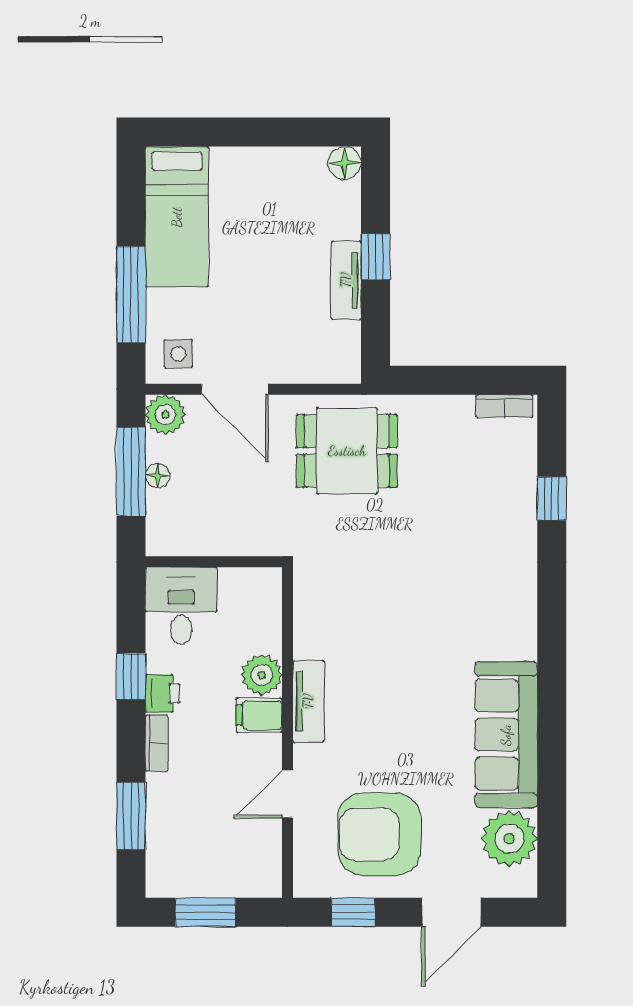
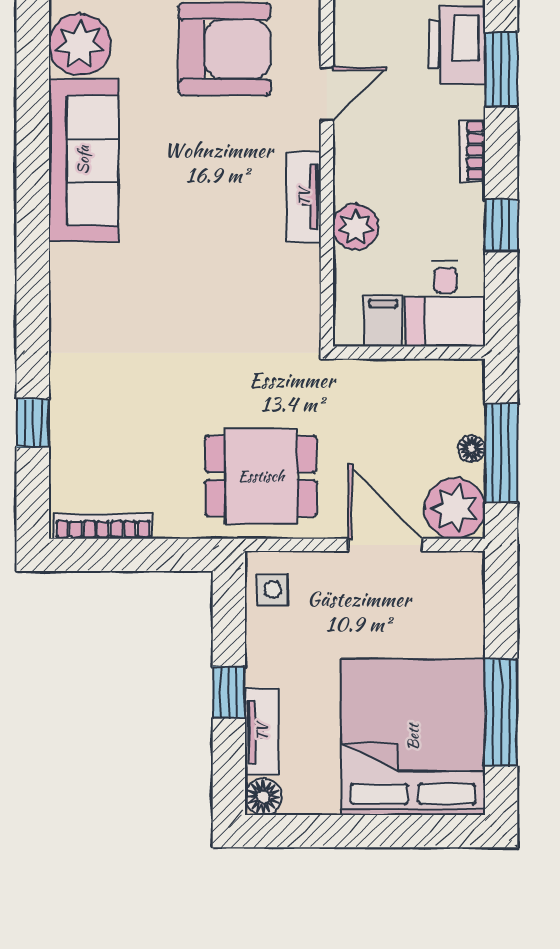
bed: (177, 217) -> (413, 737), width x2.04
tv unit: (346, 280) -> (262, 732), moved
window: (131, 295) -> (501, 712), moved
side table: (178, 354) -> (273, 590), moved
bookcase: (504, 406) -> (103, 526), width x1.56
plant: (165, 415) -> (455, 508), width x1.36, depth x1.36
printer: (163, 693) -> (457, 45), moved, width x1.87, depth x1.48
filing cabinet: (259, 715) -> (383, 321), moved, turned -90

